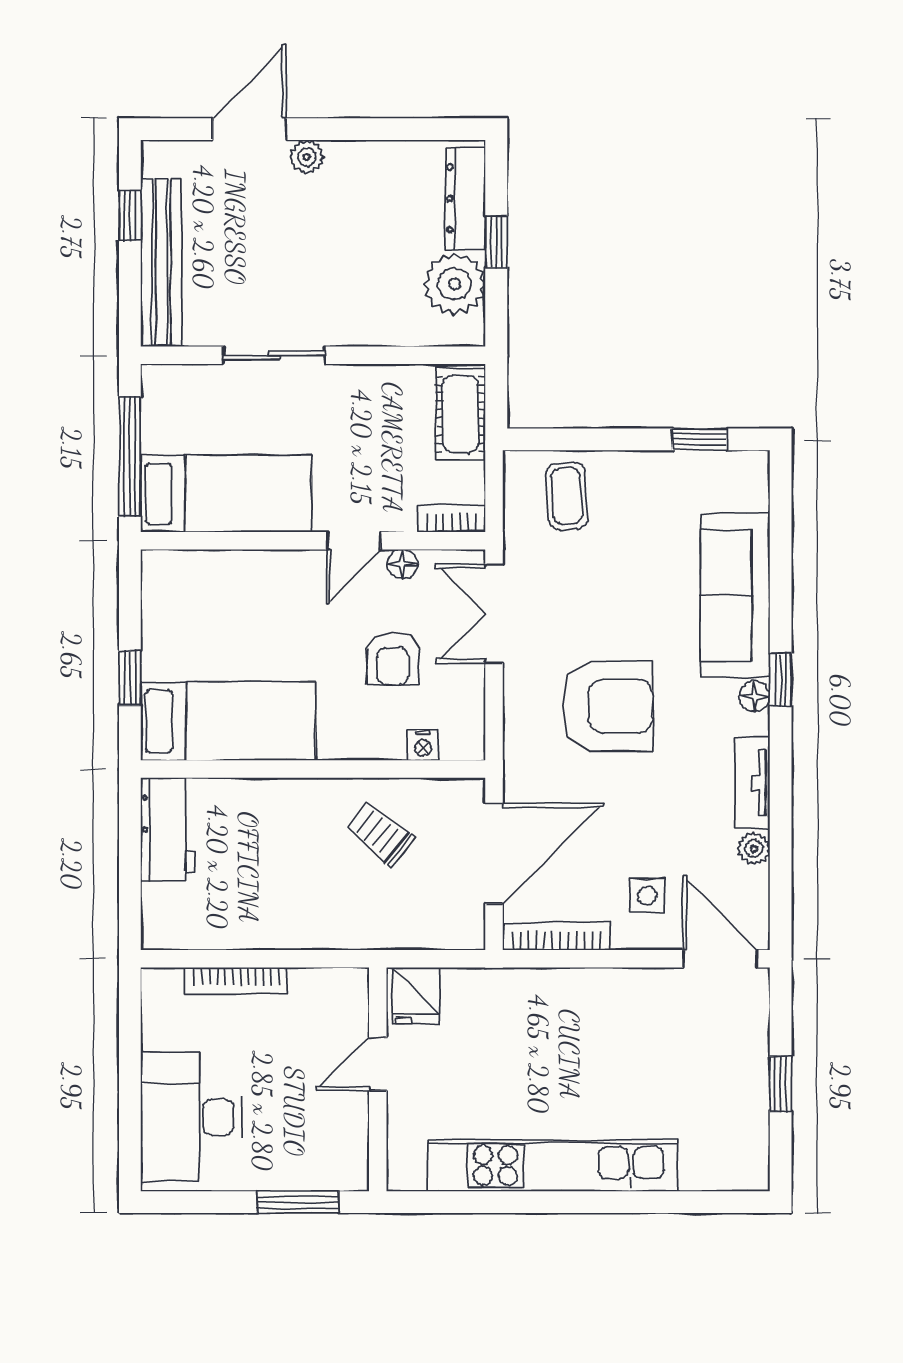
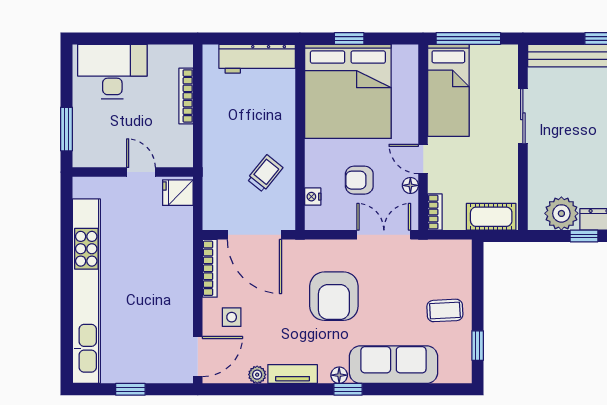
coffee table: (567, 496) -> (445, 310), moved
bed: (228, 721) -> (348, 91), width x2.04
workbench: (167, 829) -> (257, 59), width x1.38
kitchen unit: (553, 1166) -> (86, 291), width x1.36

